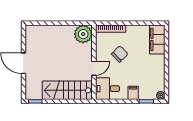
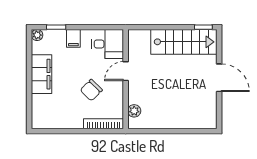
plant: (83, 34) -> (134, 111), width x0.53, depth x0.53
filing cabinet: (157, 39) -> (42, 74), moved
stairs: (67, 90) -> (184, 42), moved

